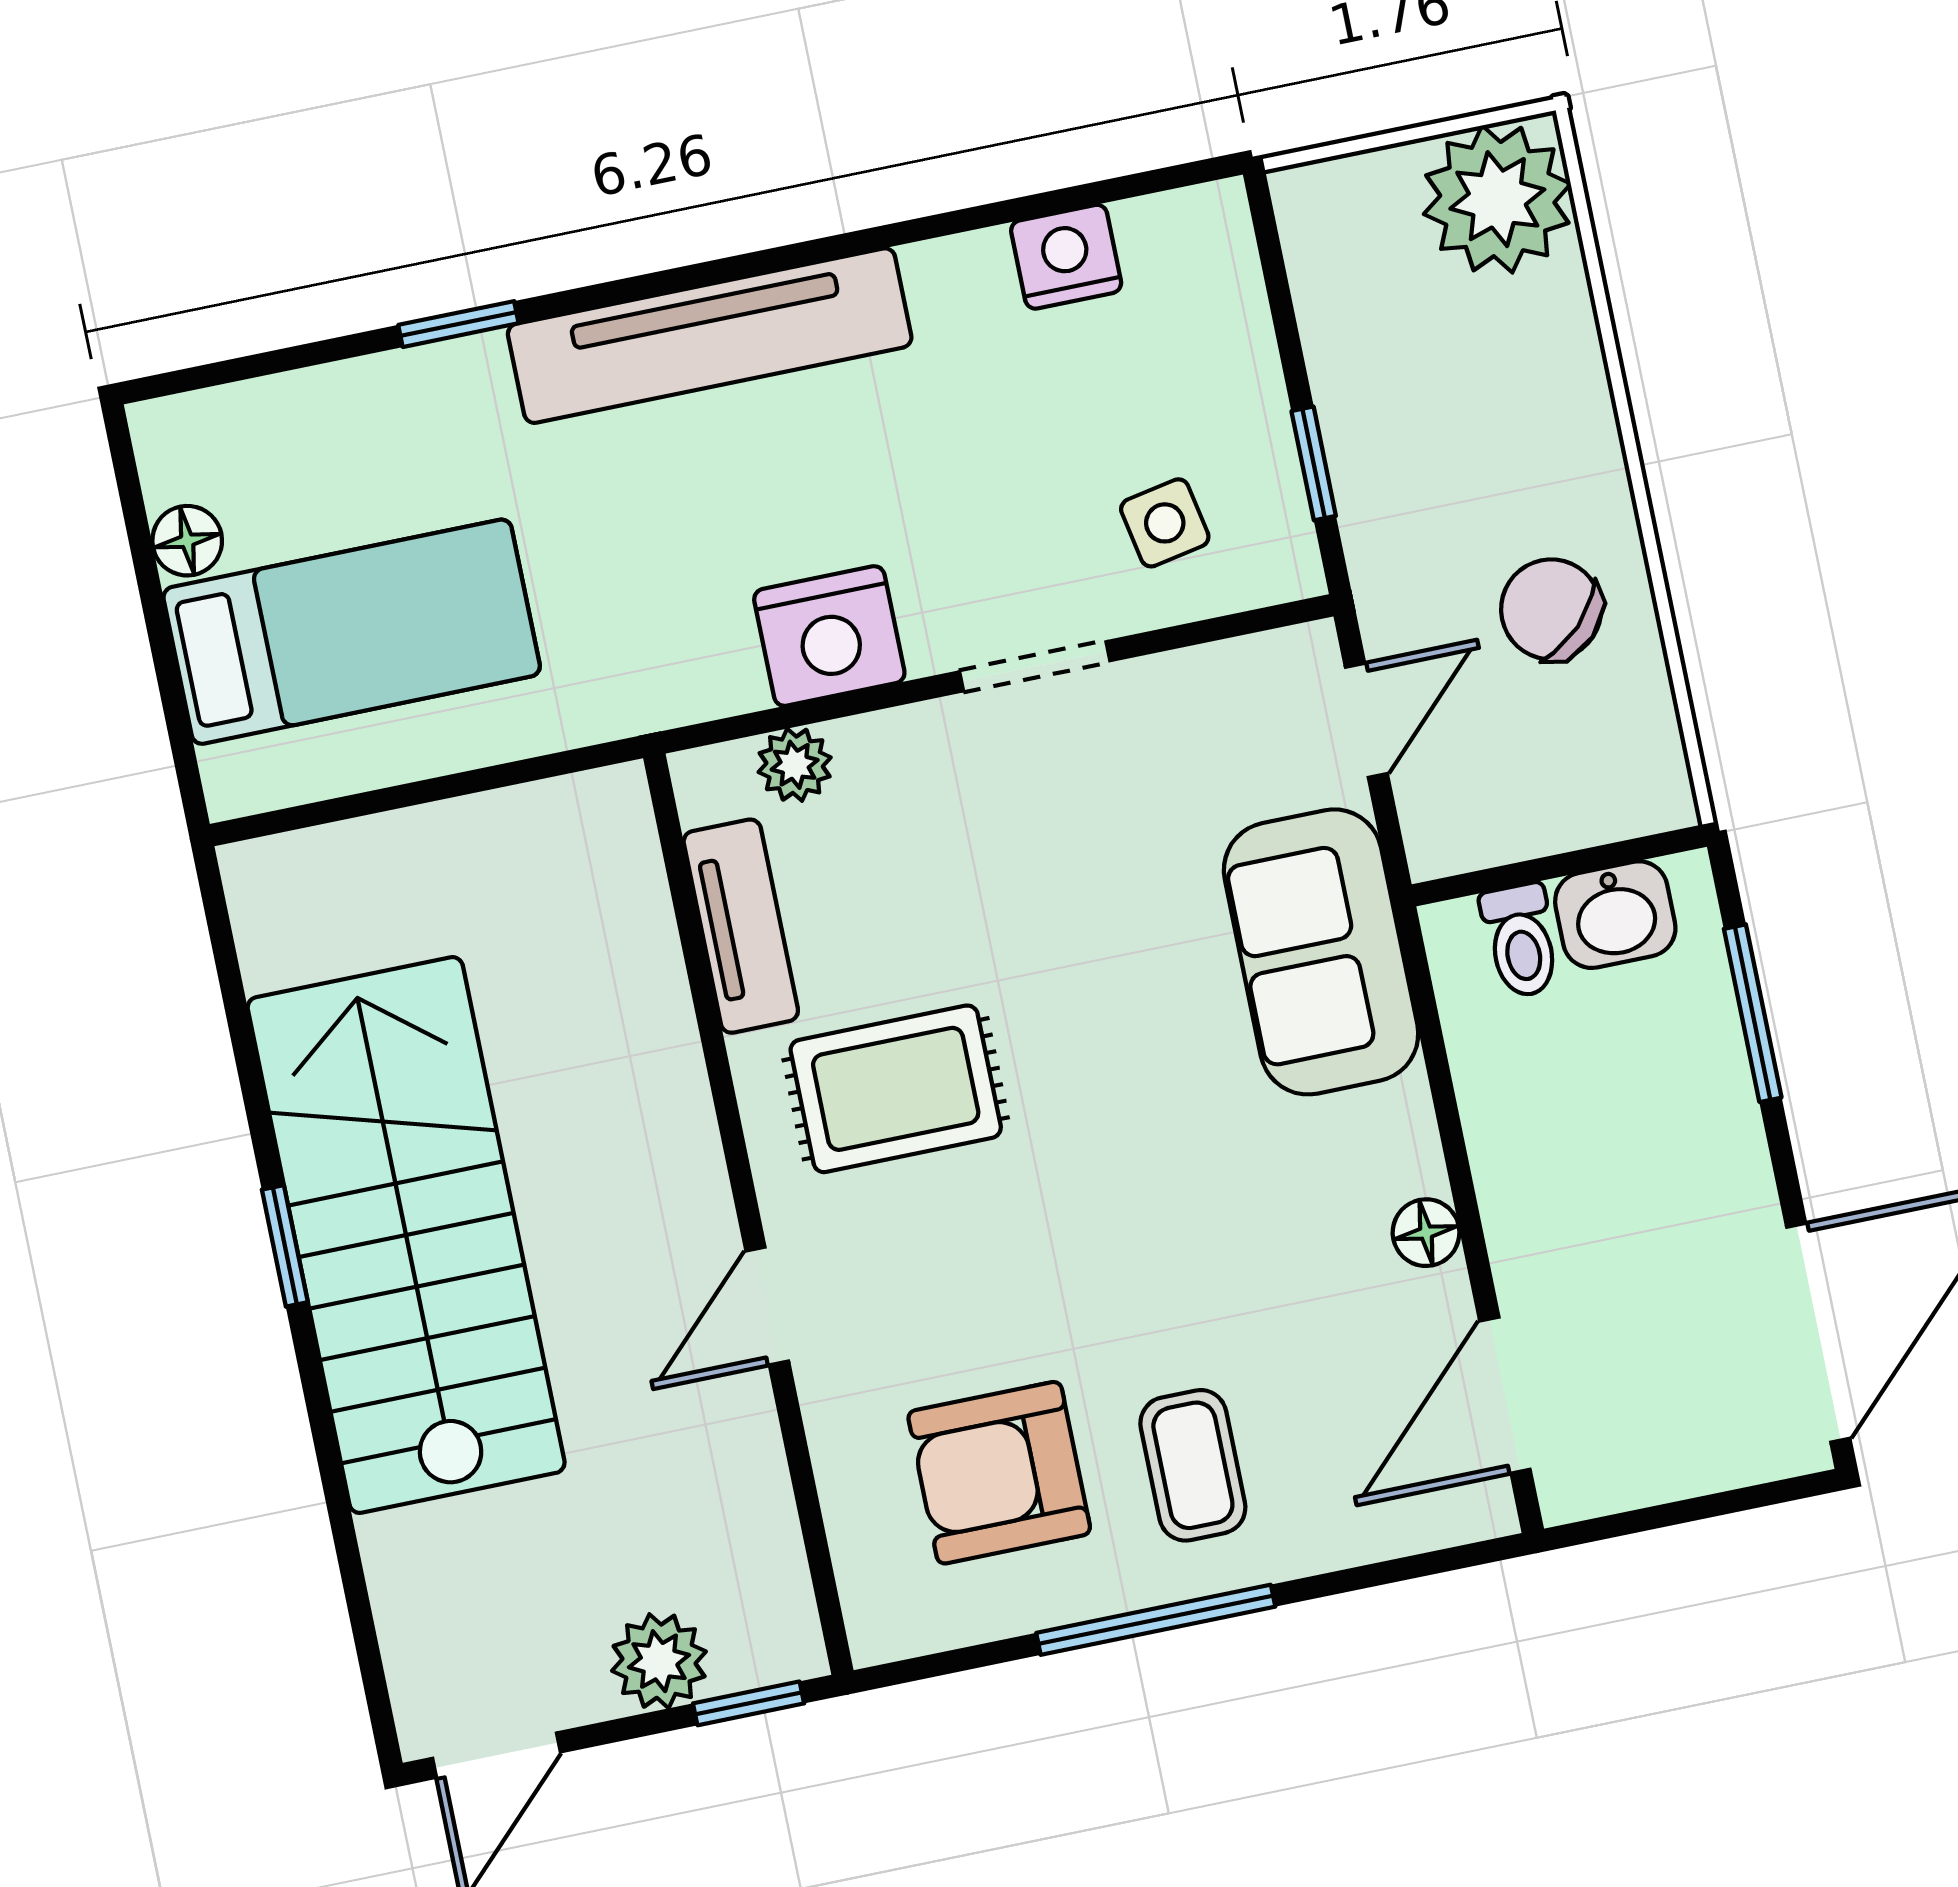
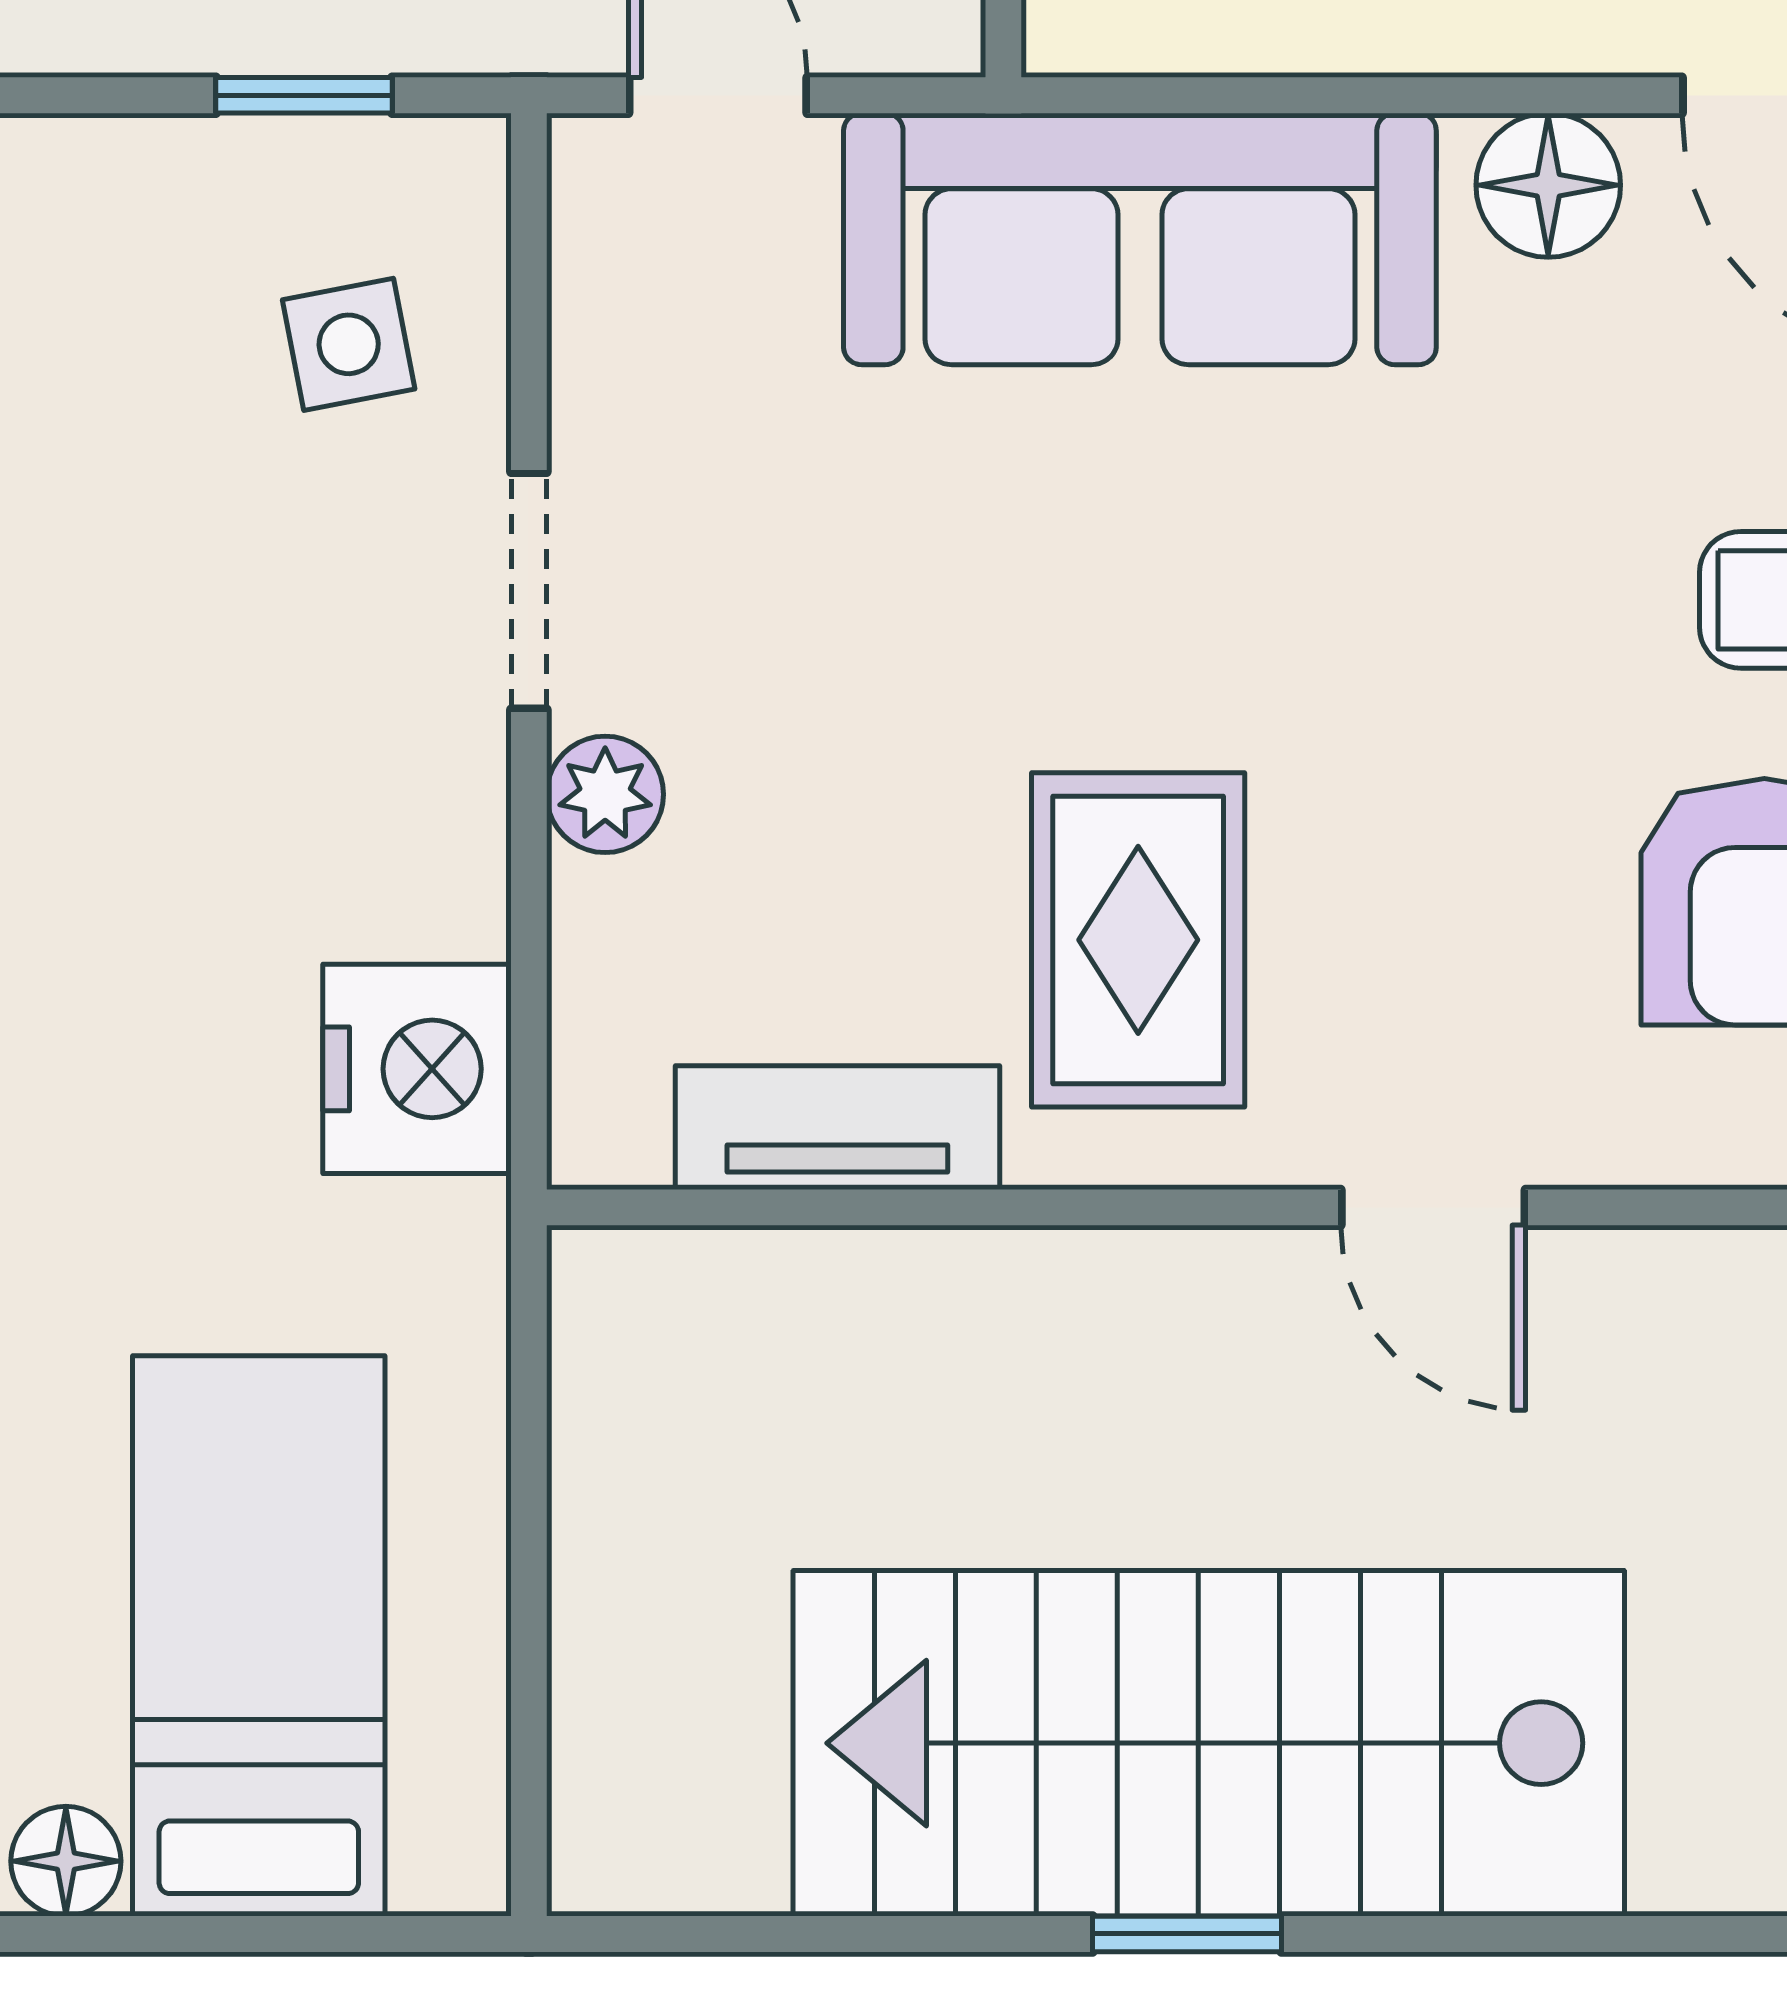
nightstand: (829, 636) -> (417, 1069), moved
plant: (795, 765) -> (605, 794), moved
sofa: (1321, 952) -> (1140, 239), width x1.36
floor lamp: (1426, 1233) -> (1548, 185), width x1.37, depth x1.37

